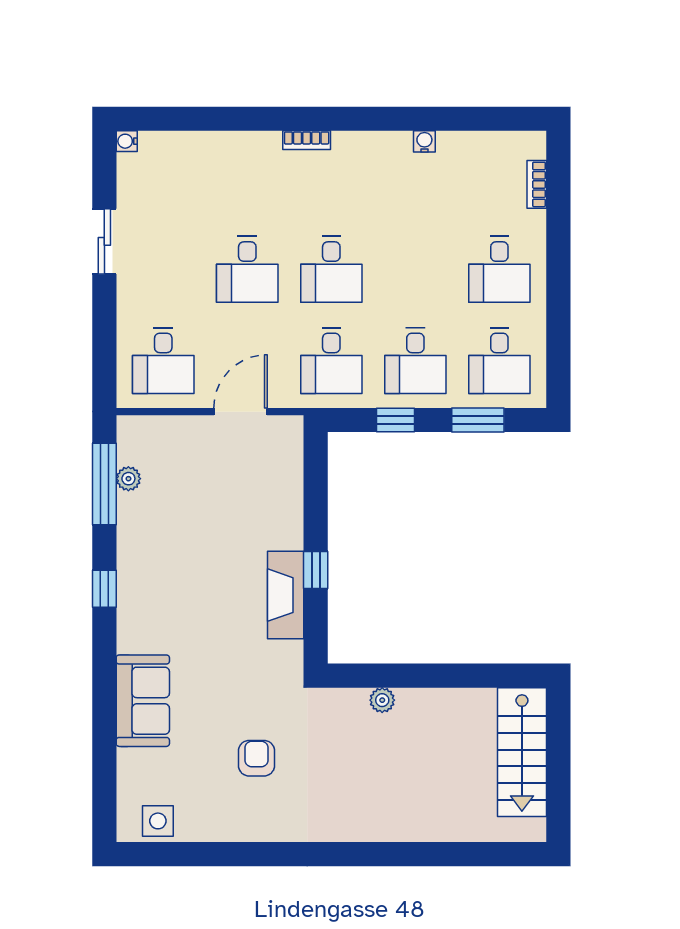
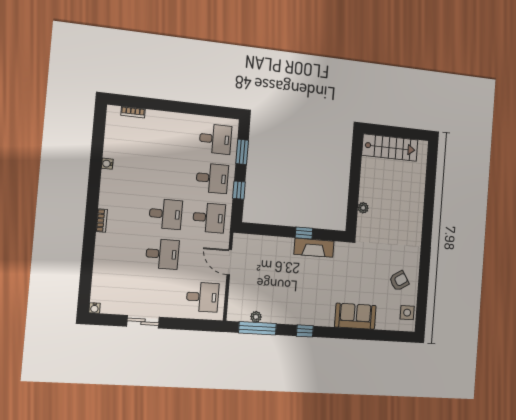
desk: (499, 269) -> (172, 134), removed
armchair: (257, 758) -> (399, 281), moved, turned 148

